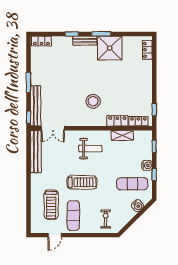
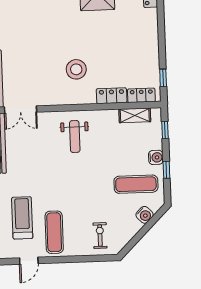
shelving: (122, 135) -> (135, 115), moved
weight bench: (90, 149) -> (75, 136), turned 90
treadmill: (82, 182) -> (65, 185), removed
treadmill: (51, 205) -> (22, 218), turned 180

